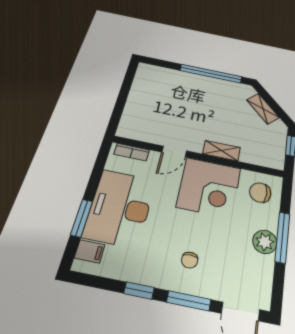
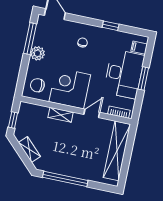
shelving: (138, 103) -> (117, 151), added
chair: (260, 193) -> (37, 85), turned 180
window: (82, 218) -> (143, 79), moved
window: (282, 237) -> (30, 39), moved
window: (189, 301) -> (83, 20), removed

